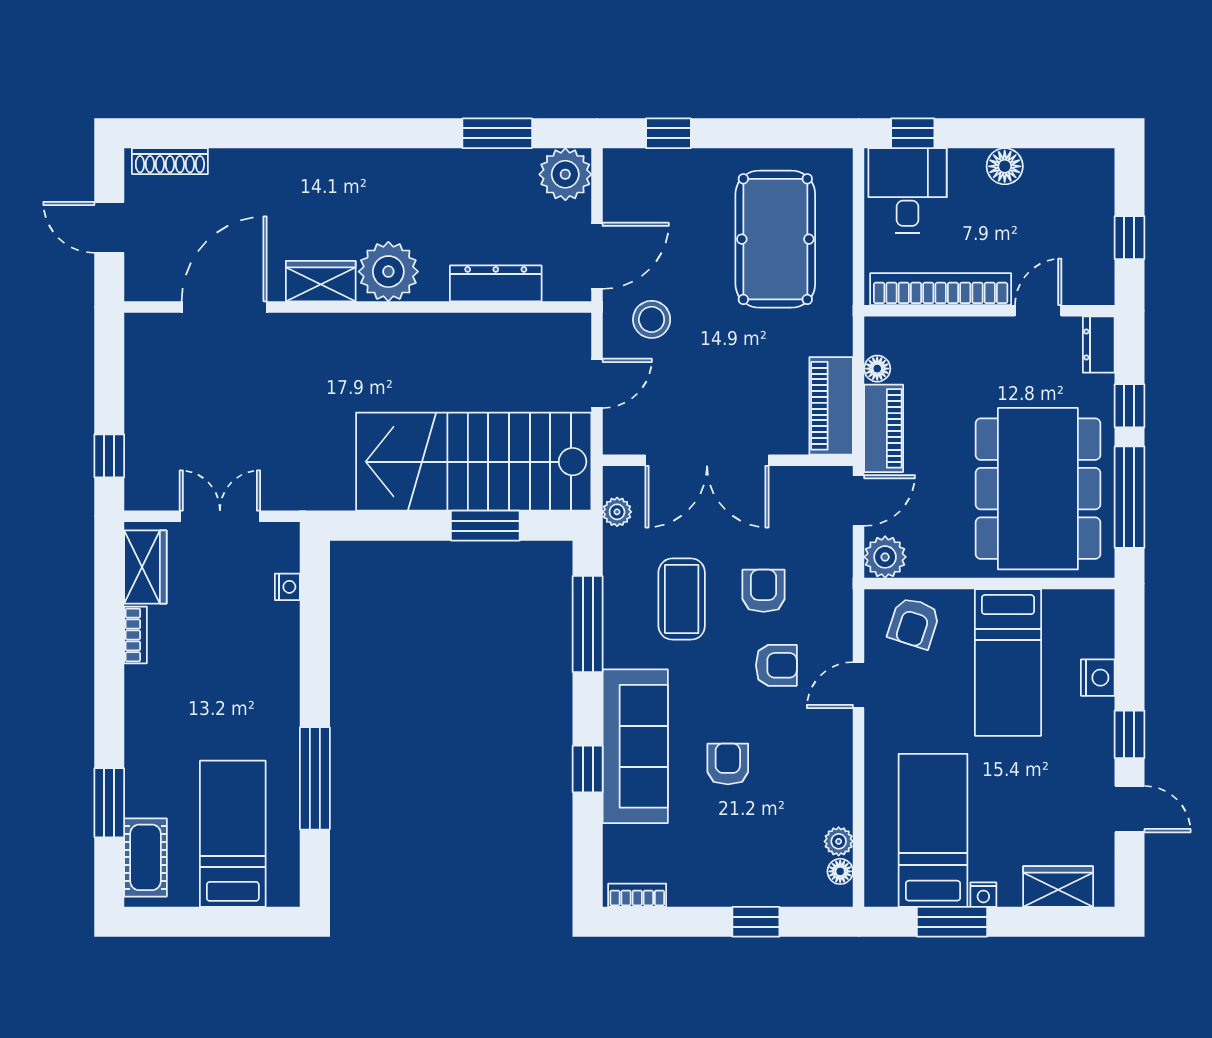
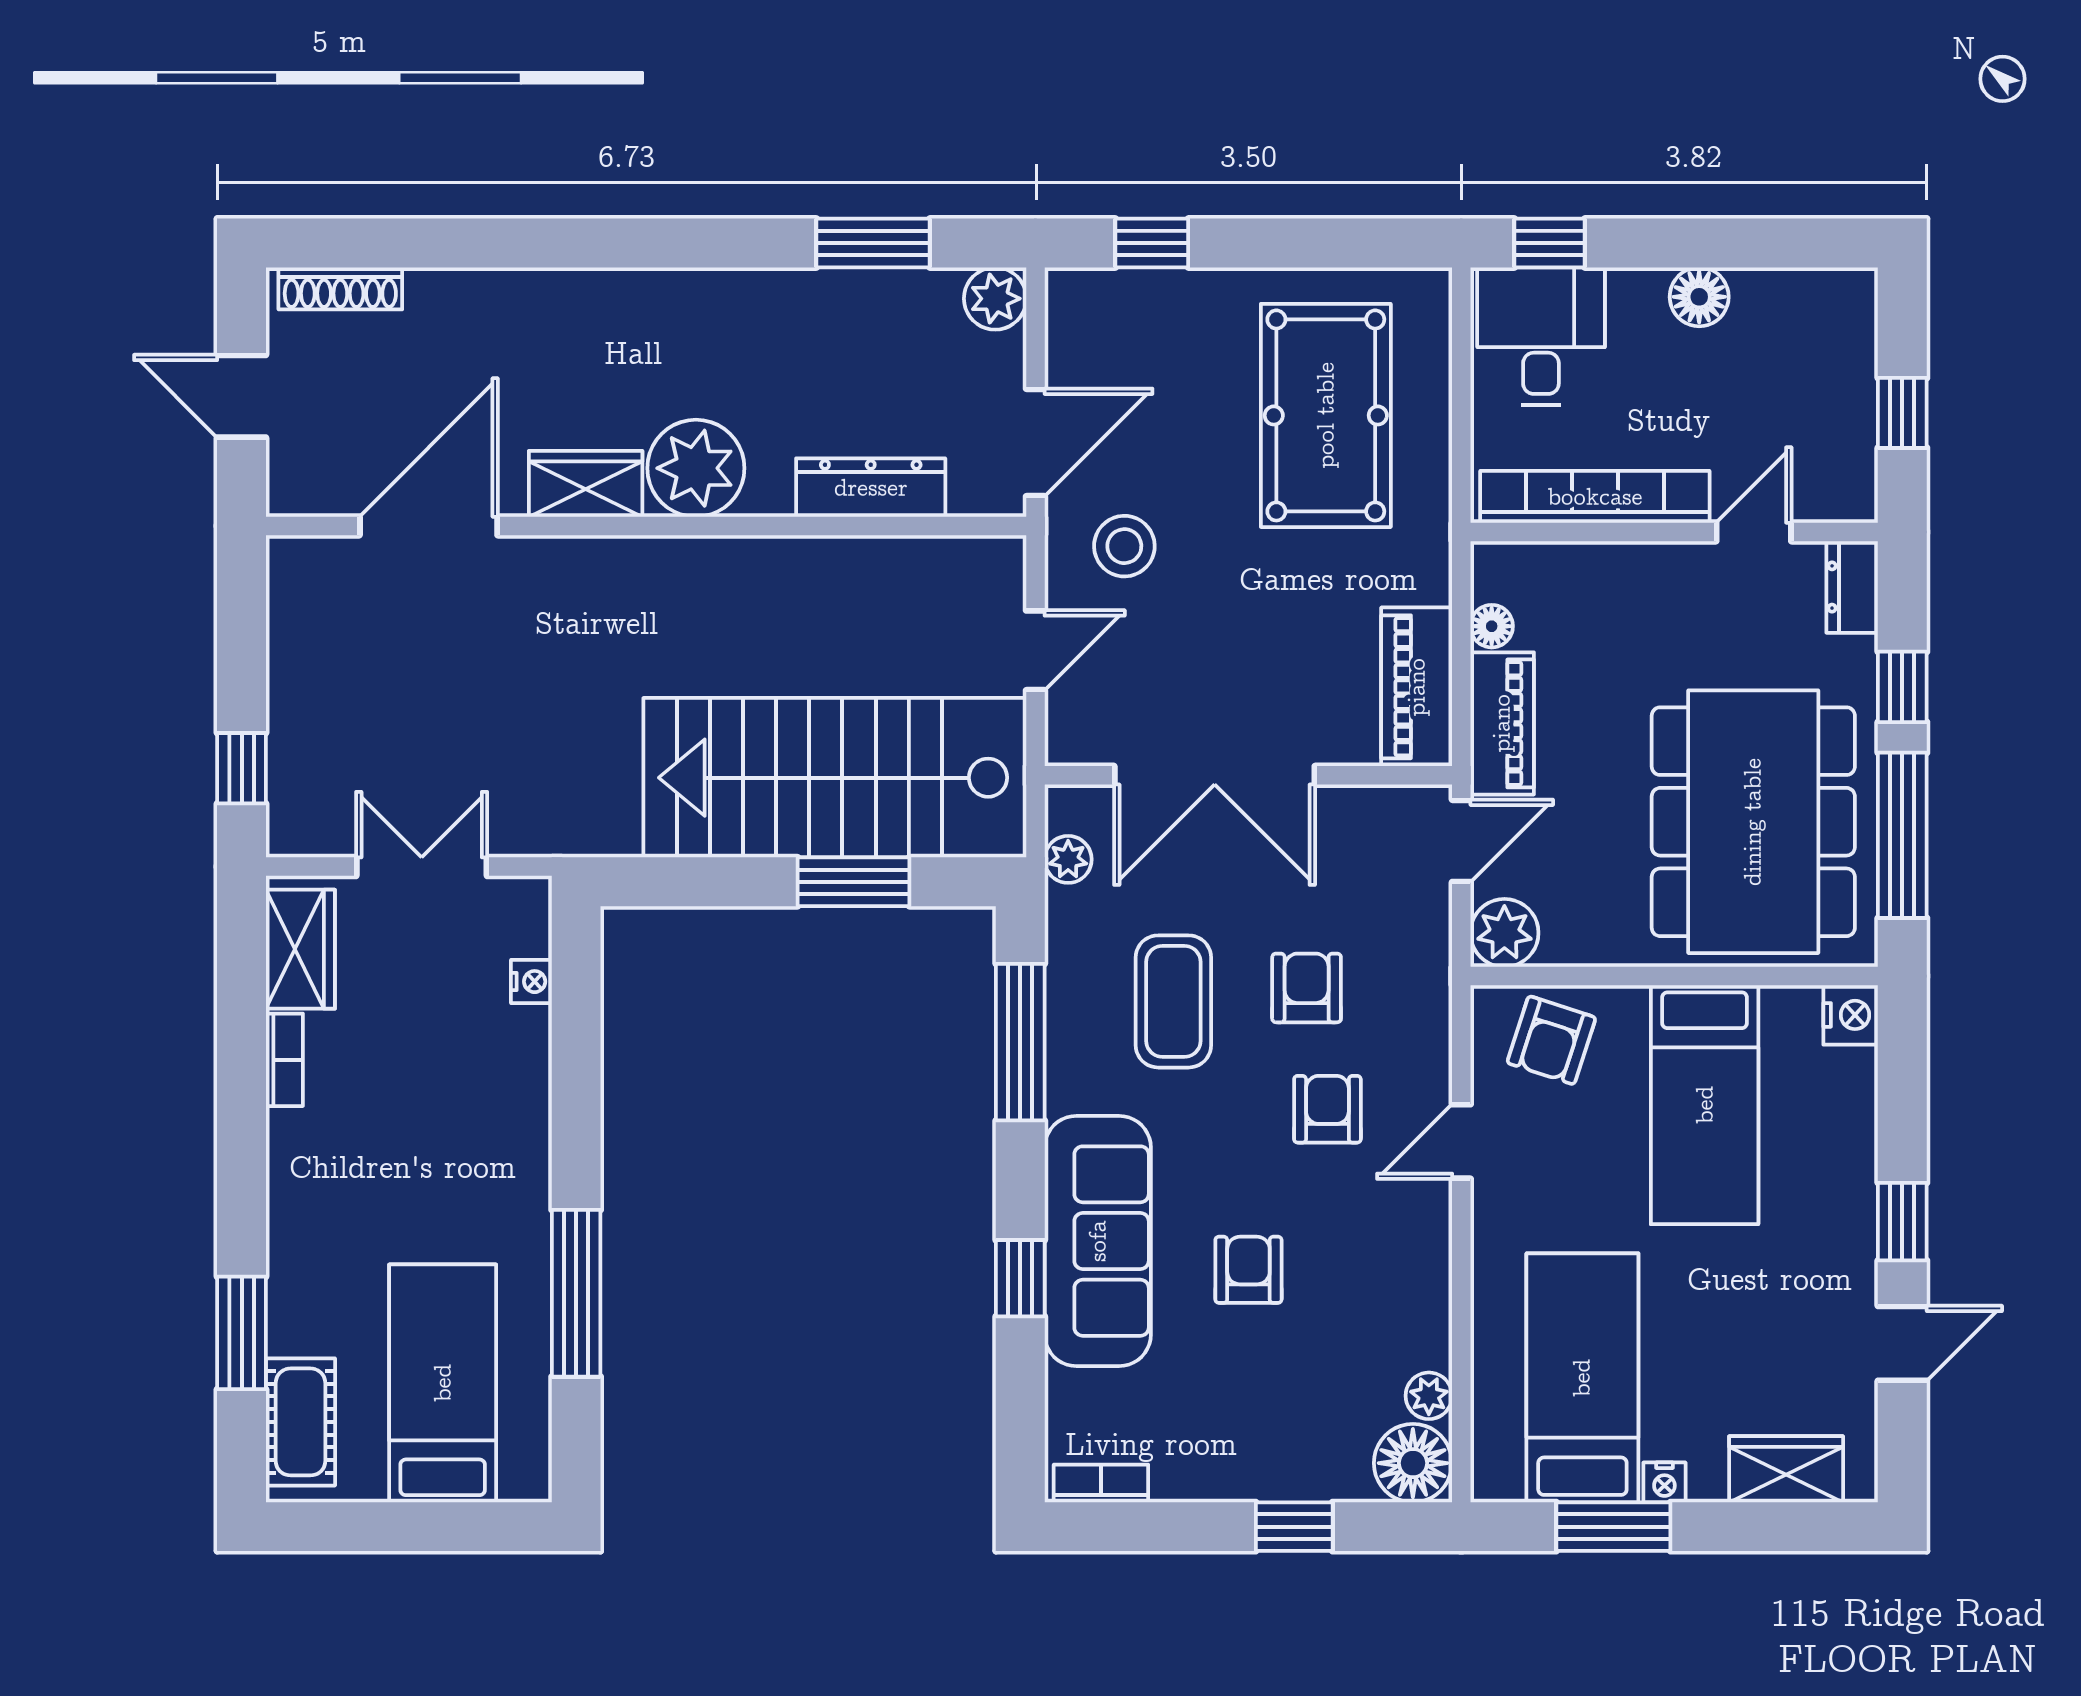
plant: (565, 174) -> (995, 299), width x0.73, depth x0.73
armchair: (776, 665) -> (1327, 1109), turned -90
nightstand: (1098, 678) -> (1851, 1015), moved
door: (1129, 809) -> (1902, 1343), hinge flipped
floor lamp: (840, 871) -> (1413, 1463), width x1.89, depth x1.89

